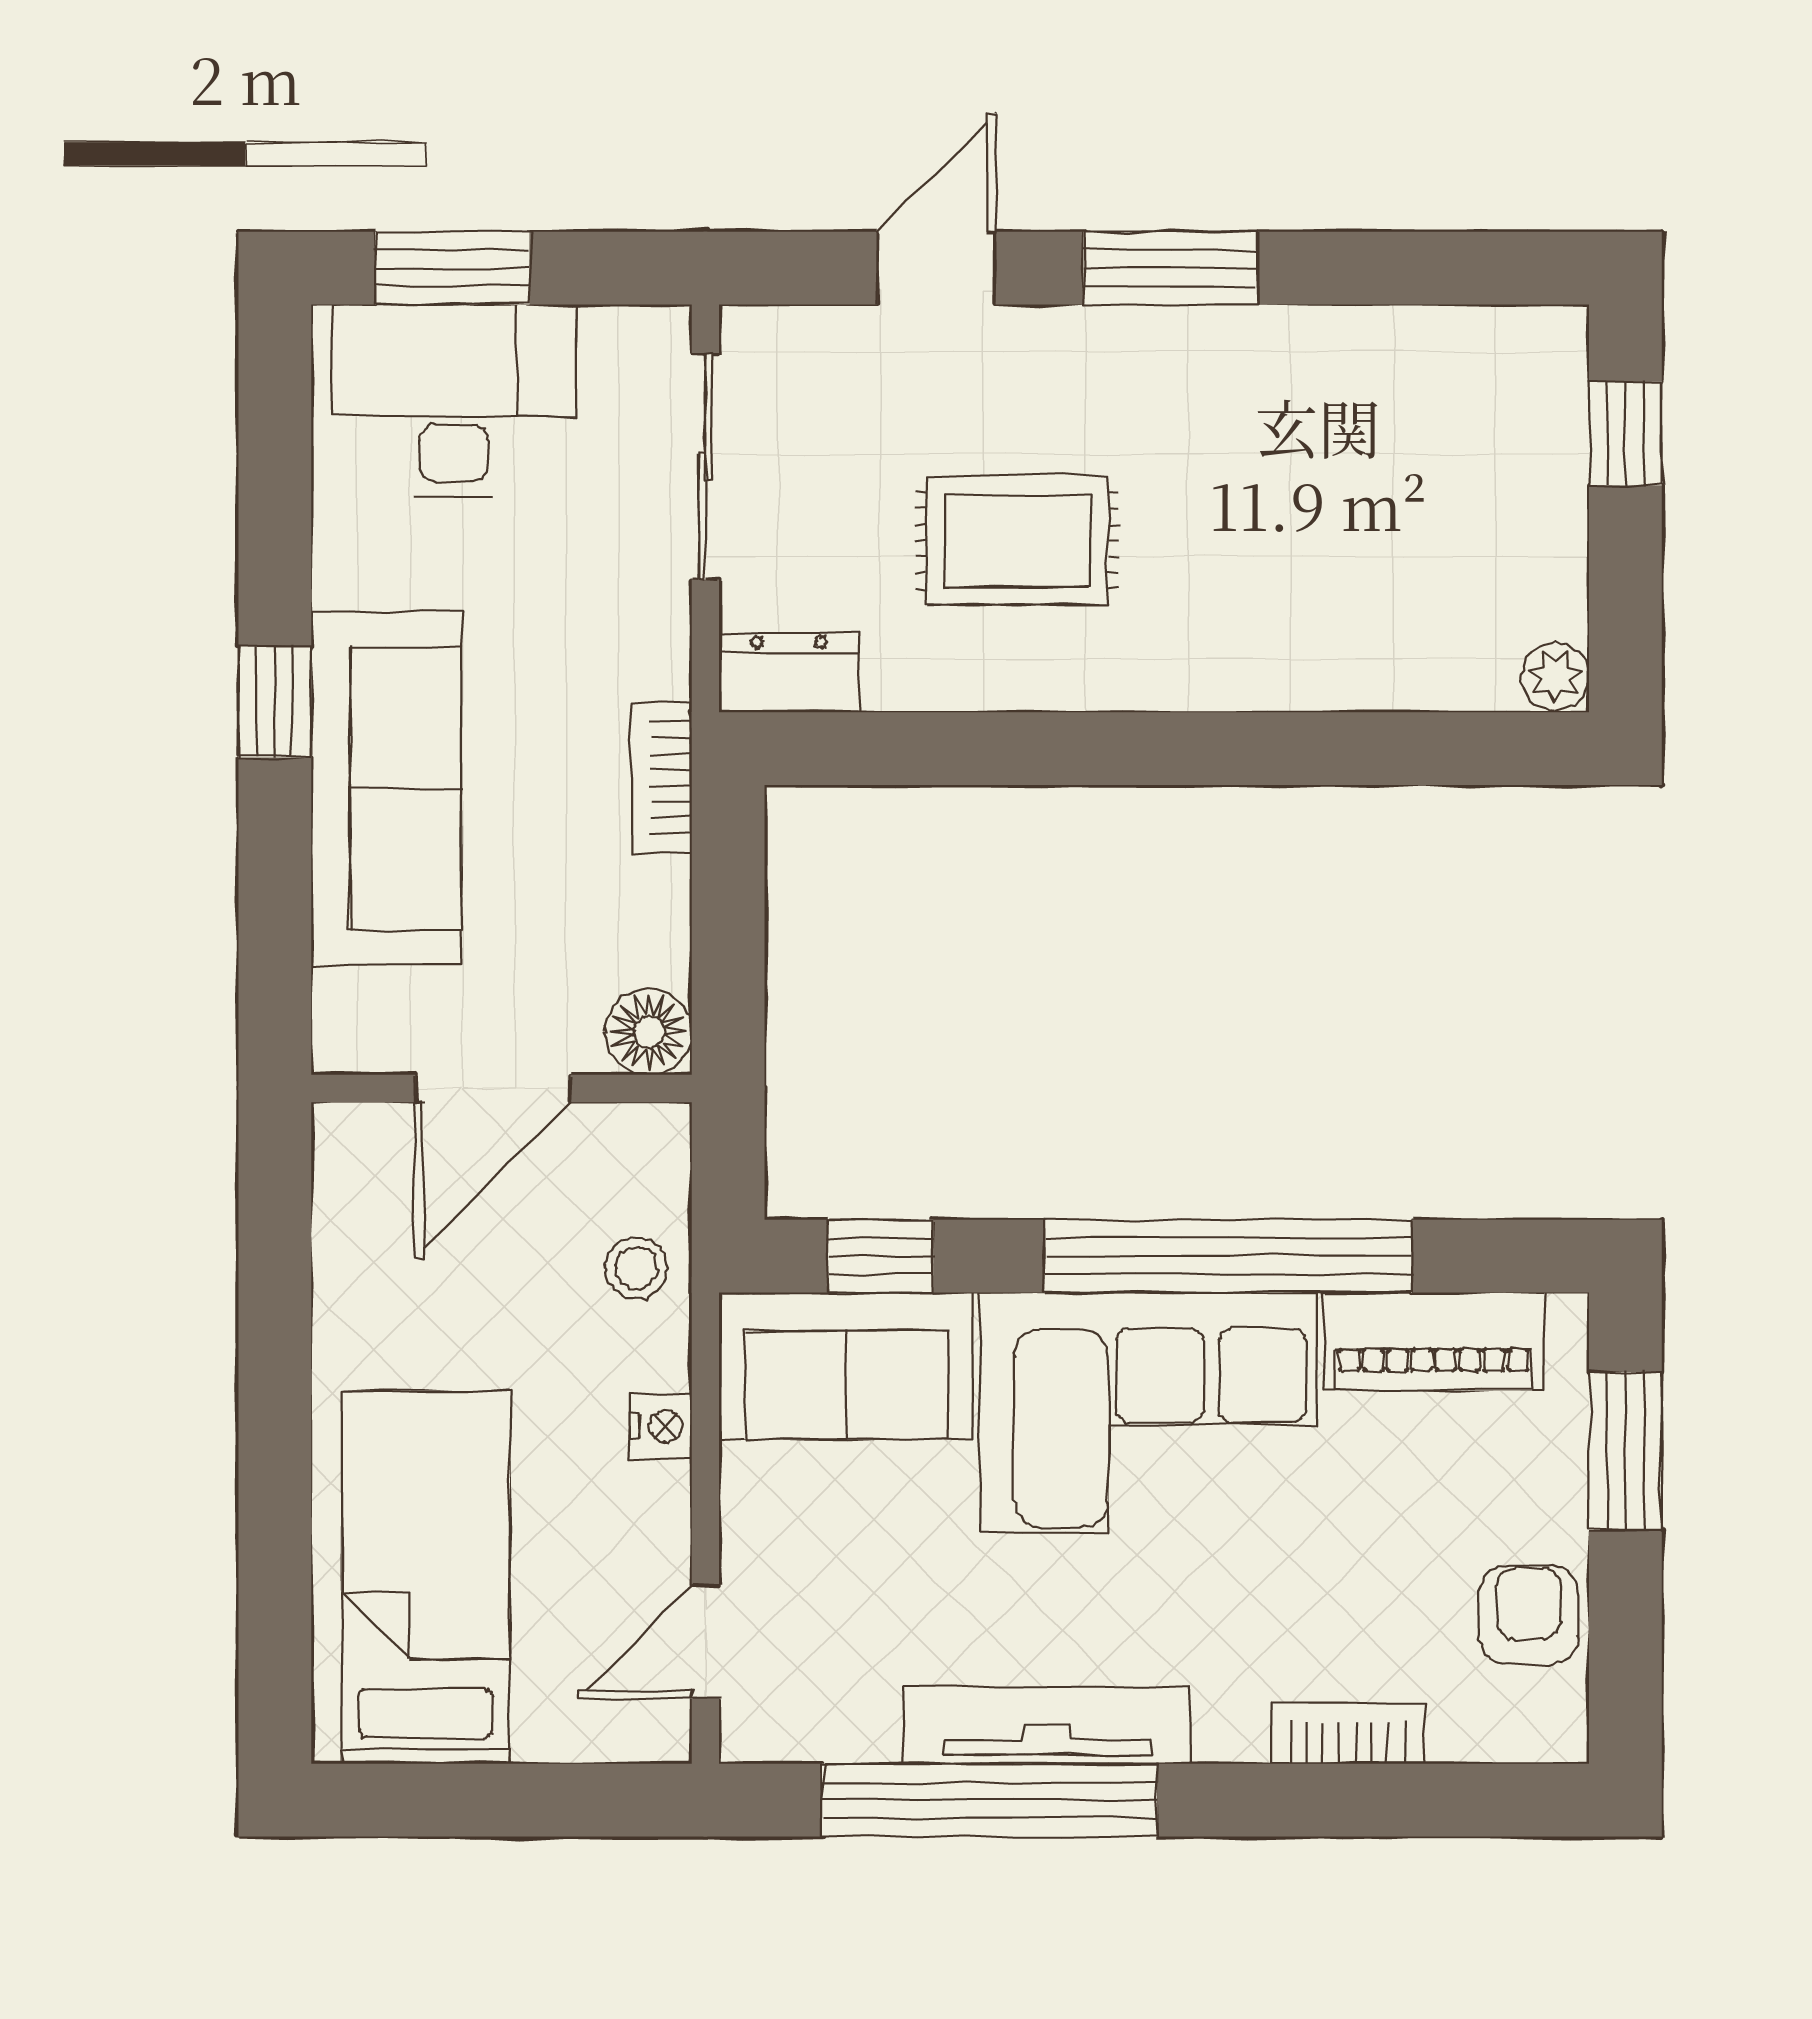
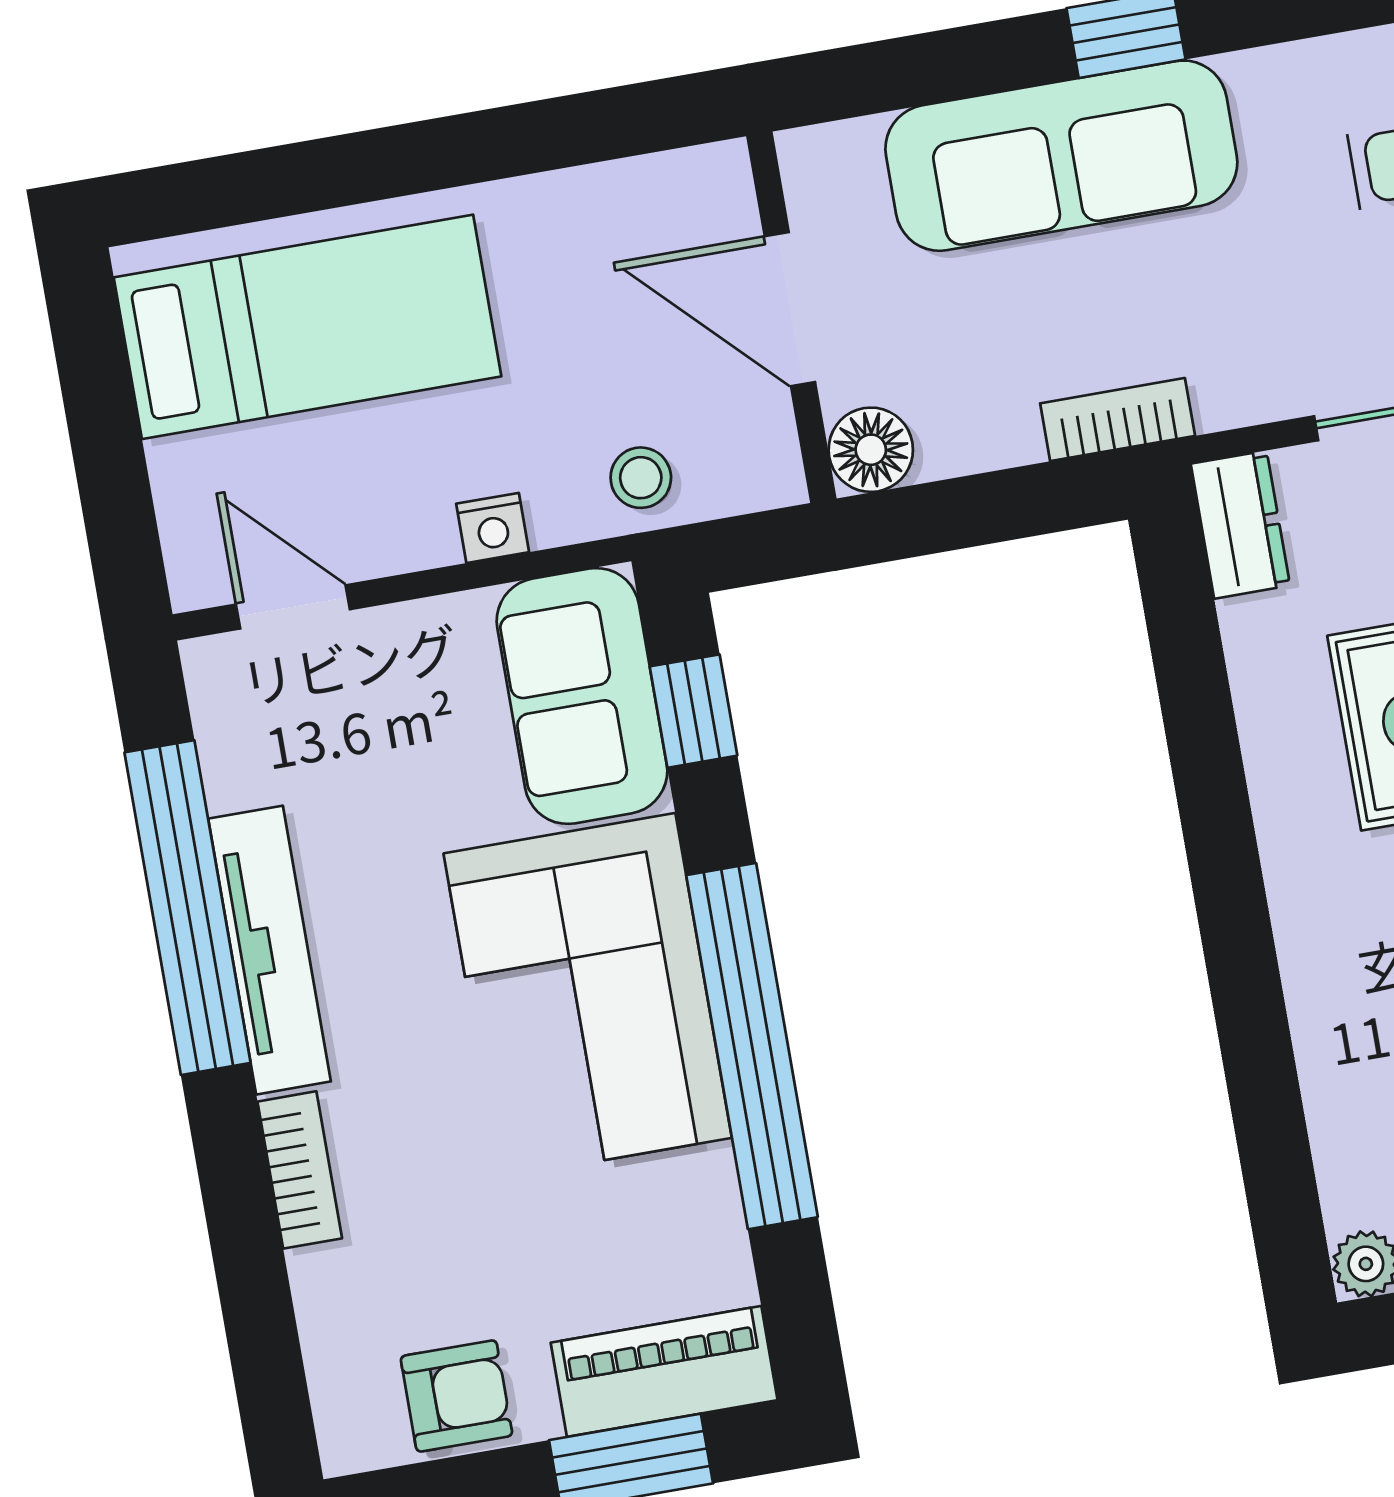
piano: (1434, 1341) -> (664, 1371), moved, turned 90
bookcase: (1347, 1733) -> (300, 1170), moved

